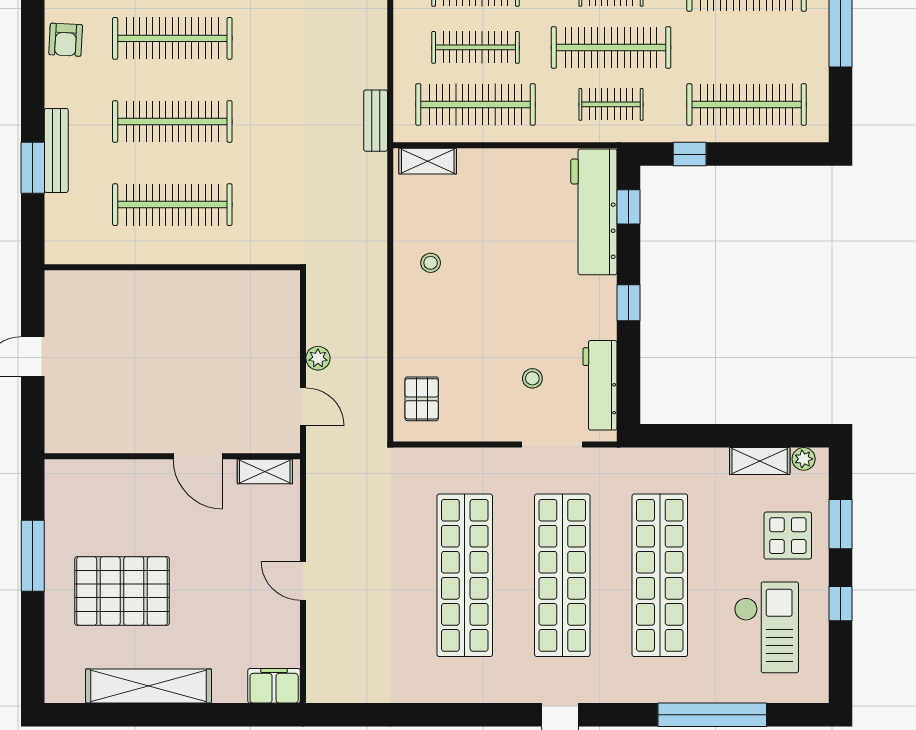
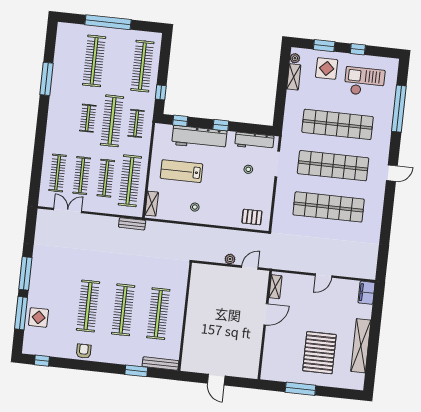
armchair: (66, 40) -> (84, 351), turned -93
bench: (56, 150) -> (160, 364), moved
workbench: (594, 212) -> (199, 138), moved
lab bench: (511, 223) -> (181, 171), added

